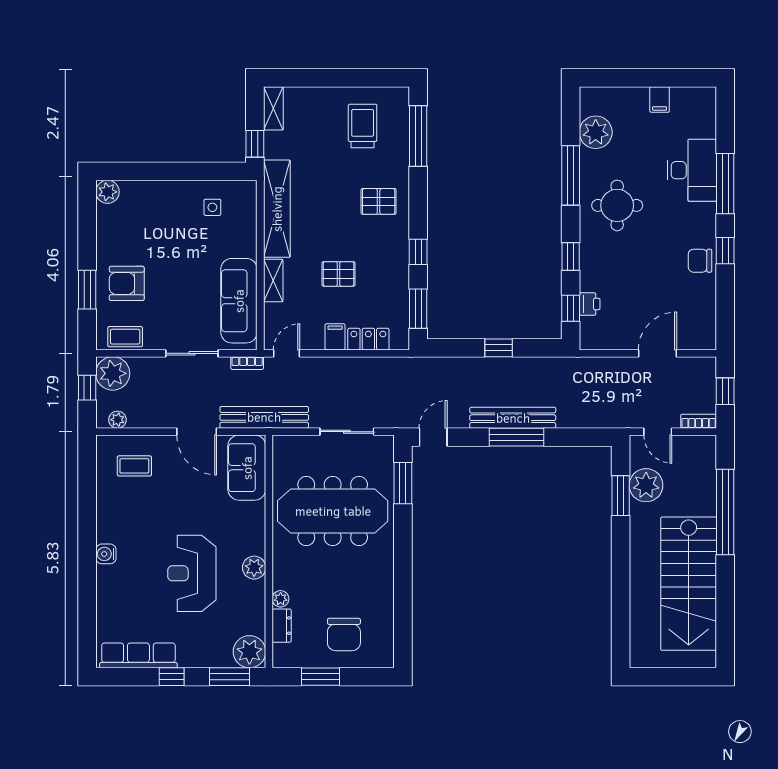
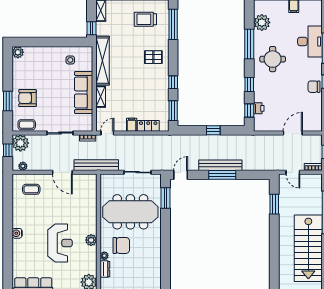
trolley: (363, 126) -> (145, 19), turned -90
pallet: (339, 274) -> (133, 93), removed
sofa: (239, 301) -> (84, 92), moved
sofa: (247, 468) -> (87, 190), removed
plant: (646, 485) -> (287, 199), removed
reception desk: (192, 573) -> (60, 243), turned 180
chair: (344, 634) -> (121, 245), moved, turned -90

